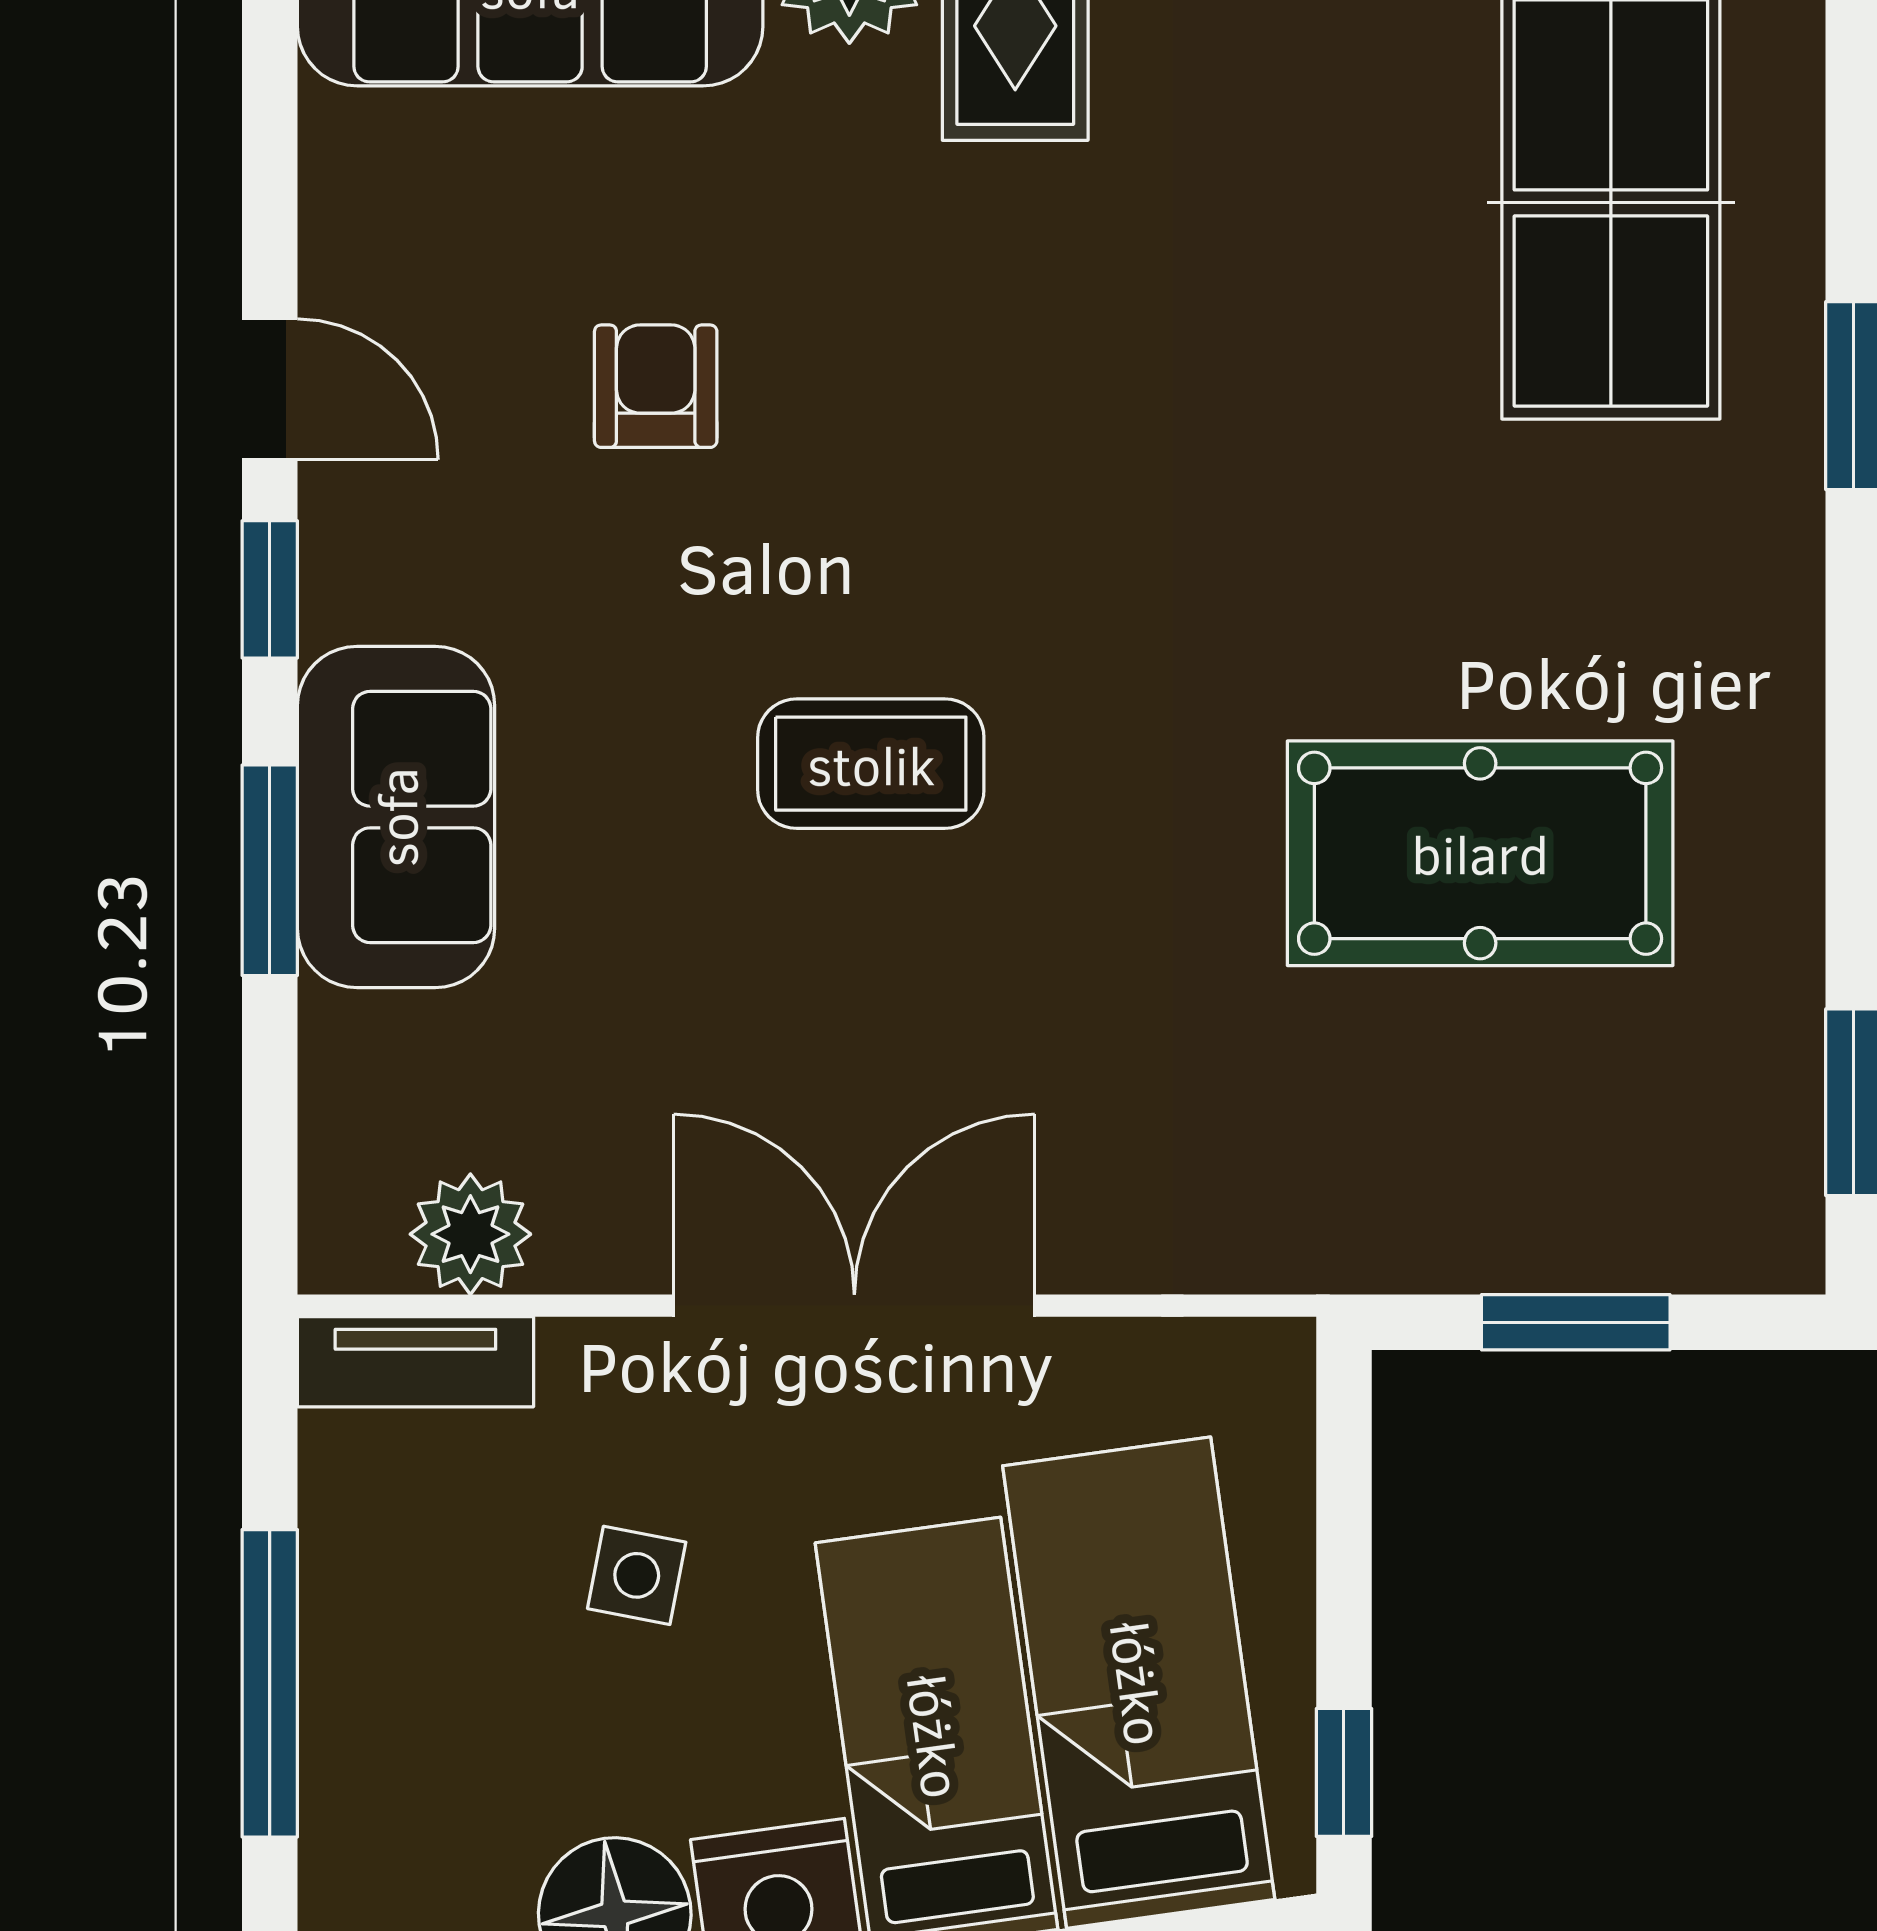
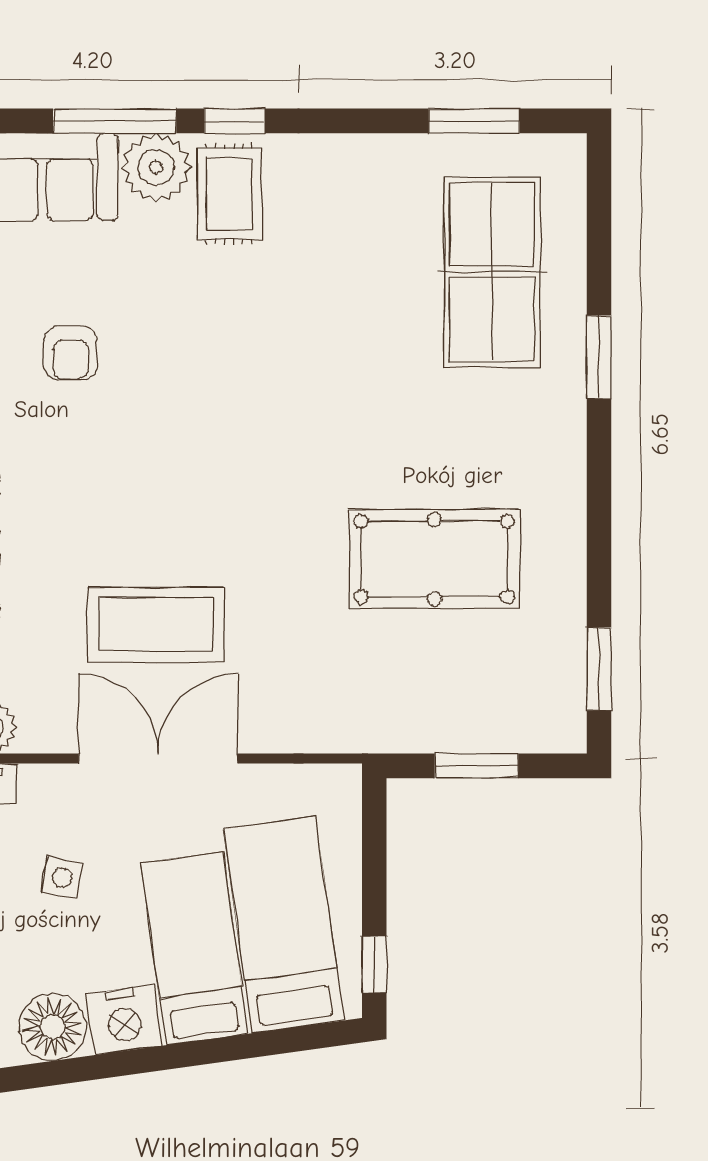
armchair: (656, 386) -> (71, 353), turned 180
coffee table: (871, 764) -> (156, 624), moved, width x1.36, depth x1.32

